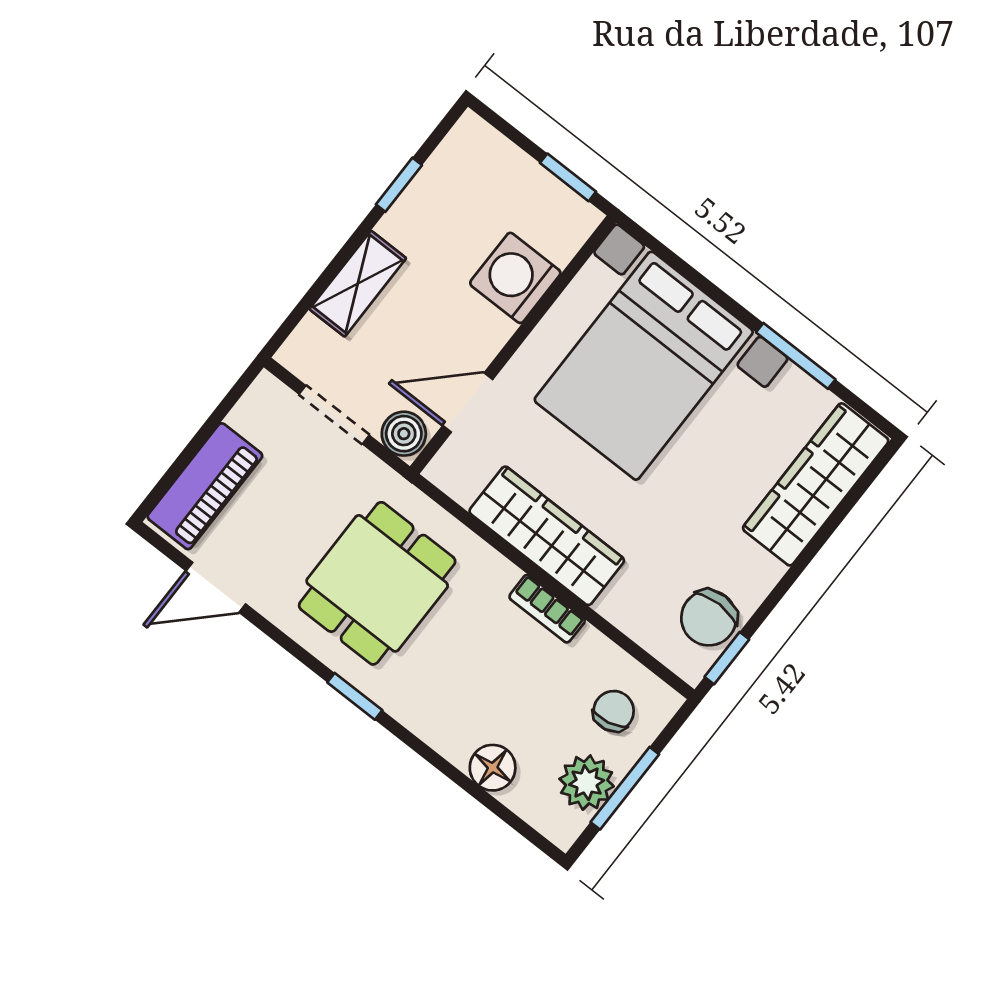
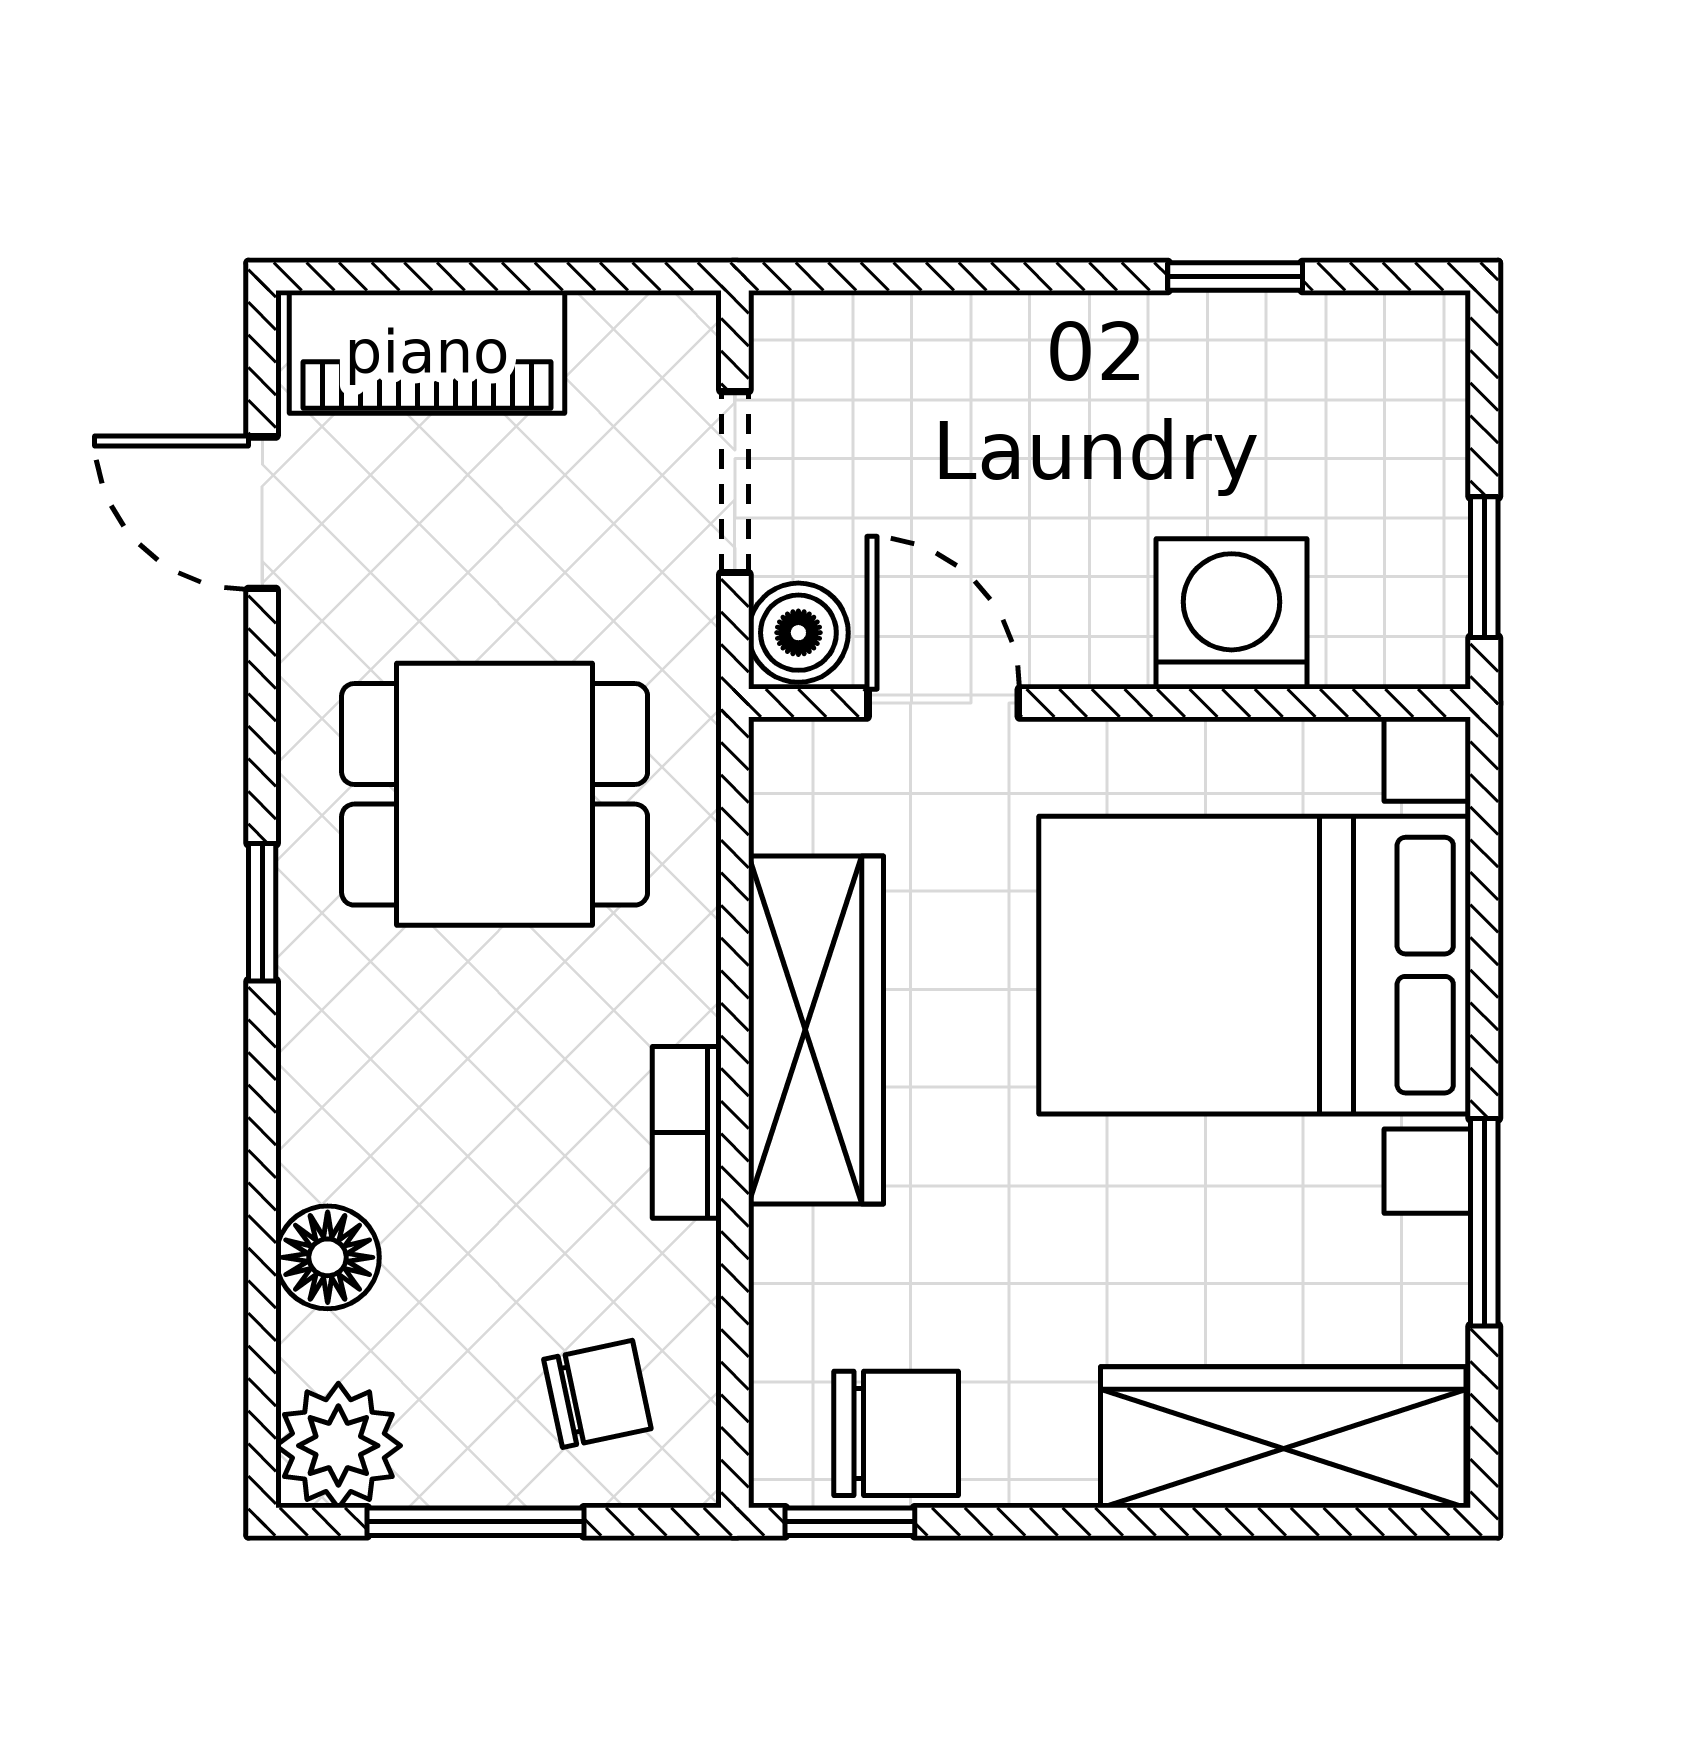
shelving: (358, 284) -> (1001, 341), removed
chair: (709, 618) -> (896, 1433), turned 180
plant: (587, 783) -> (338, 1446), moved

